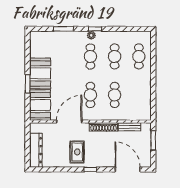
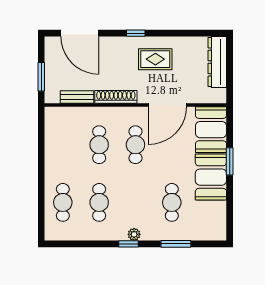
cafe table: (90, 56) -> (172, 202), moved
rug: (77, 152) -> (155, 59), turned 90

